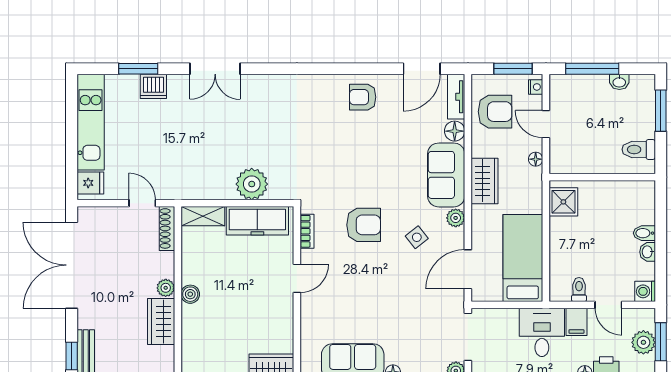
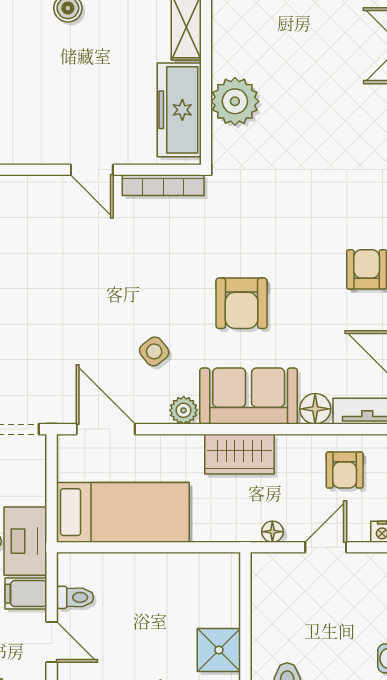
armchair: (495, 112) -> (345, 470), width x0.72, depth x0.72
shower: (563, 202) -> (219, 650), moved
armchair: (364, 225) -> (242, 303), moved
bookcase: (307, 231) -> (163, 185), width x1.56
door: (608, 305) -> (52, 642), swing flipped

